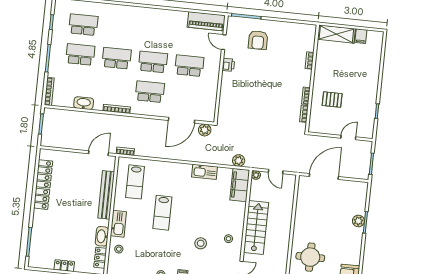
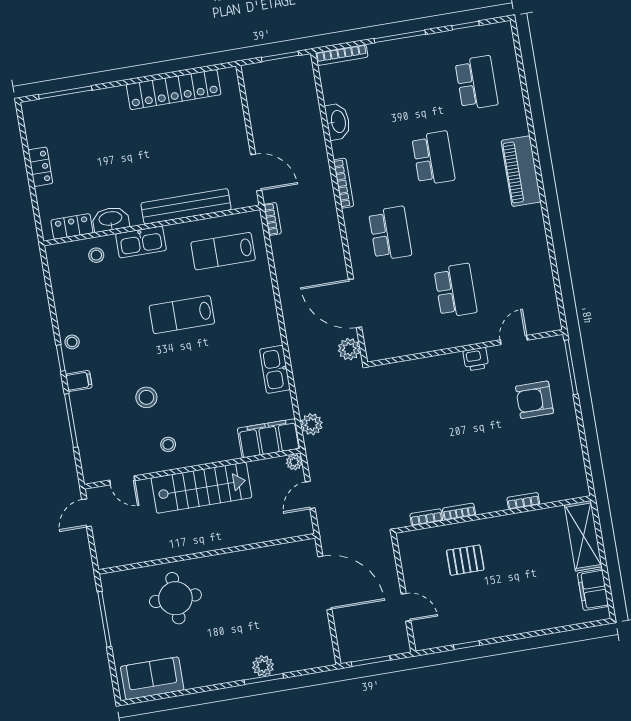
piano: (206, 21) -> (521, 171), moved
filing cabinet: (361, 36) -> (593, 590), width x2.00
school desk: (80, 54) -> (422, 92), removed
school desk: (153, 62) -> (444, 224), removed
pallet: (332, 100) -> (465, 560), turned 90

